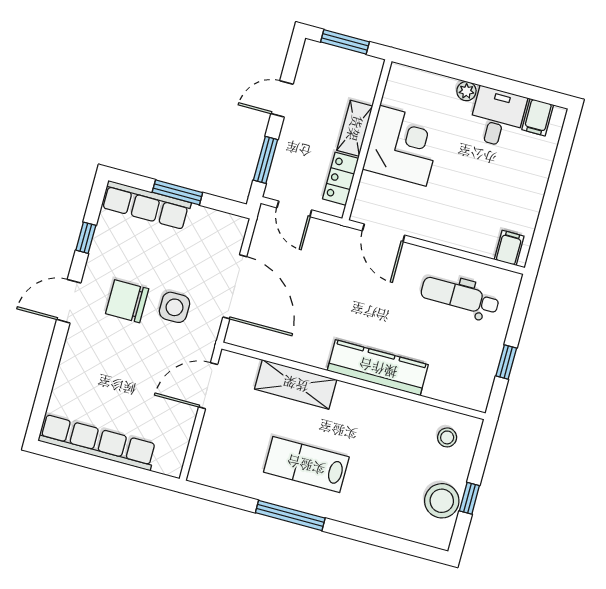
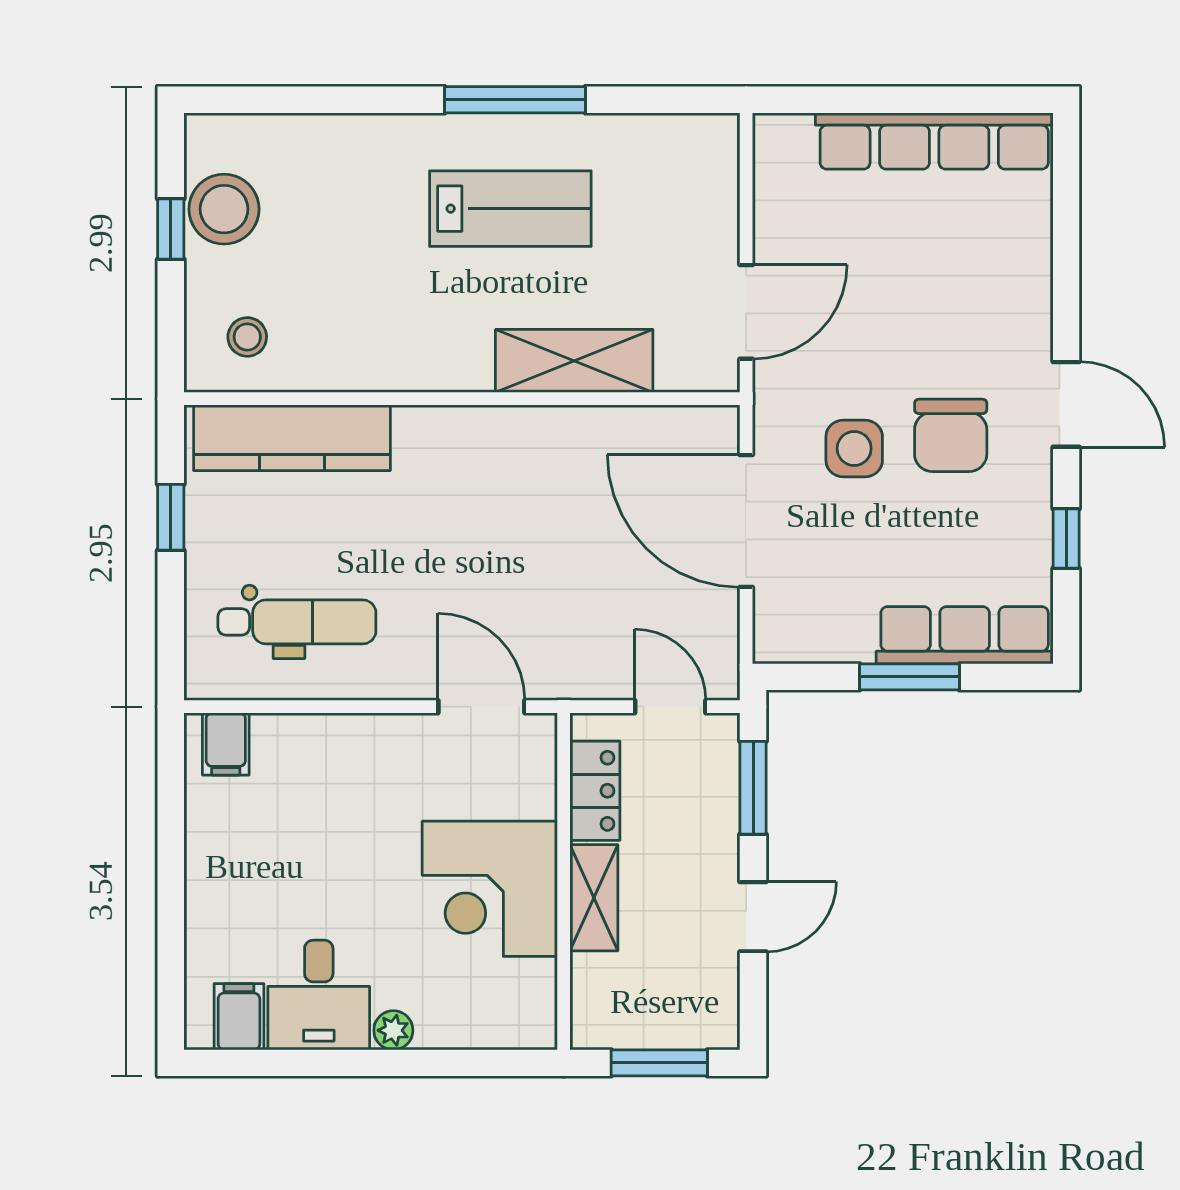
door: (69, 301) -> (1066, 404), hinge flipped
chair: (127, 301) -> (951, 435), turned 90
kitchen counter: (378, 368) -> (292, 438), moved

